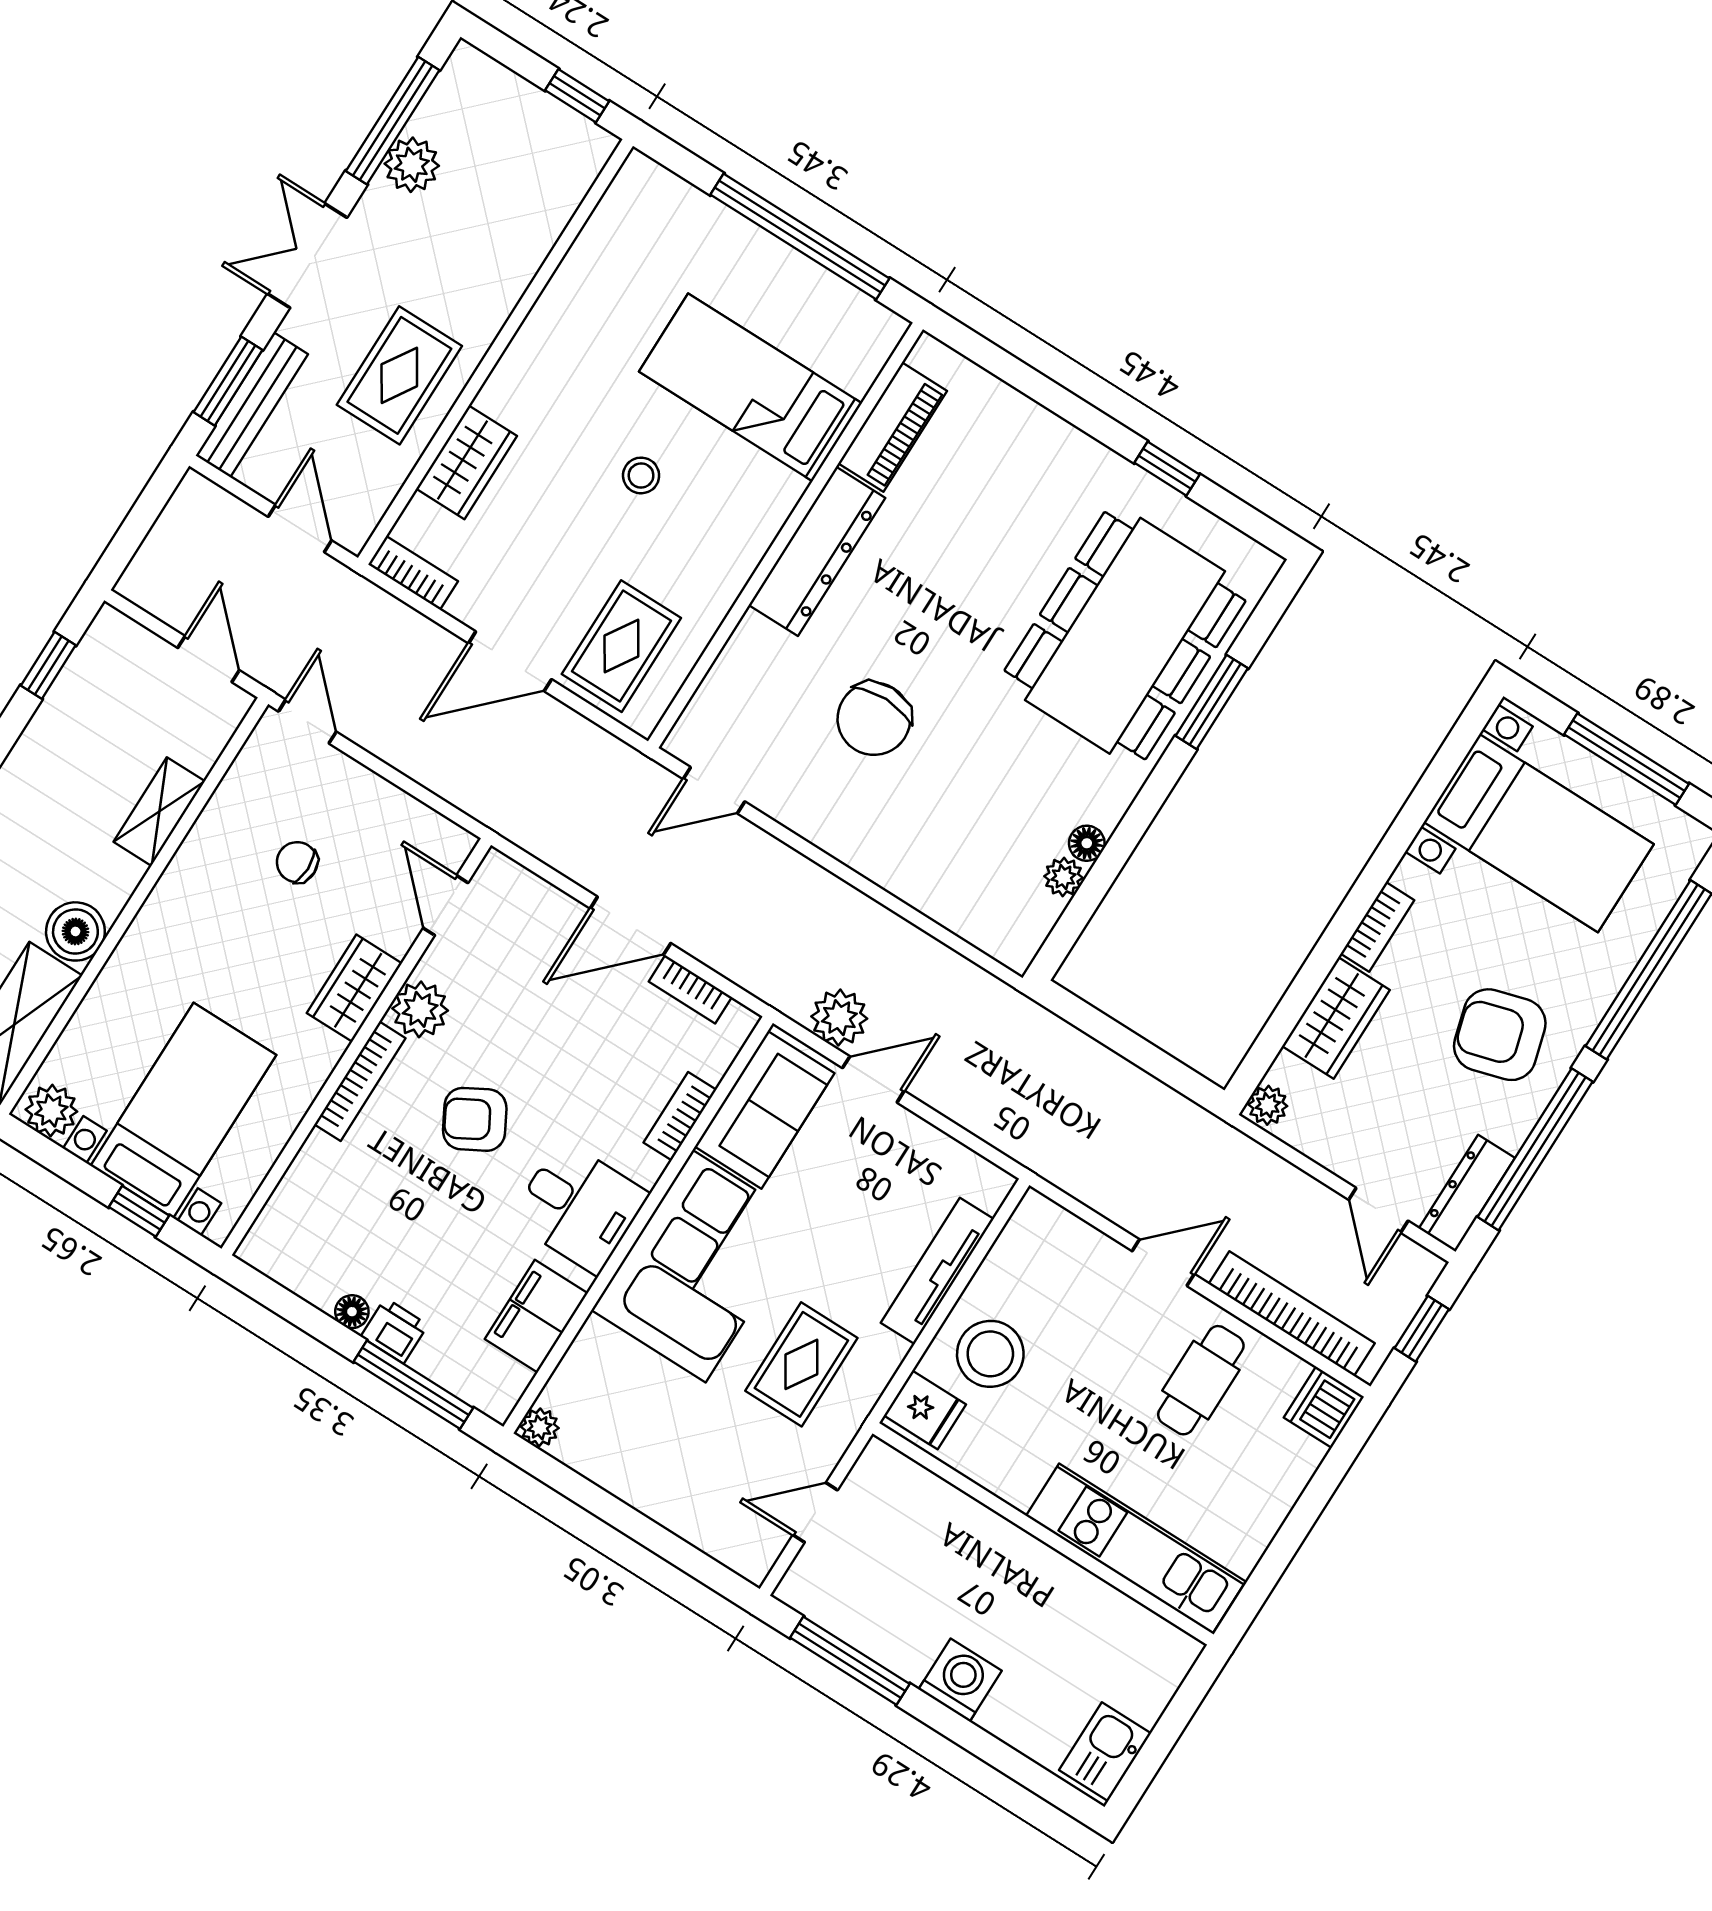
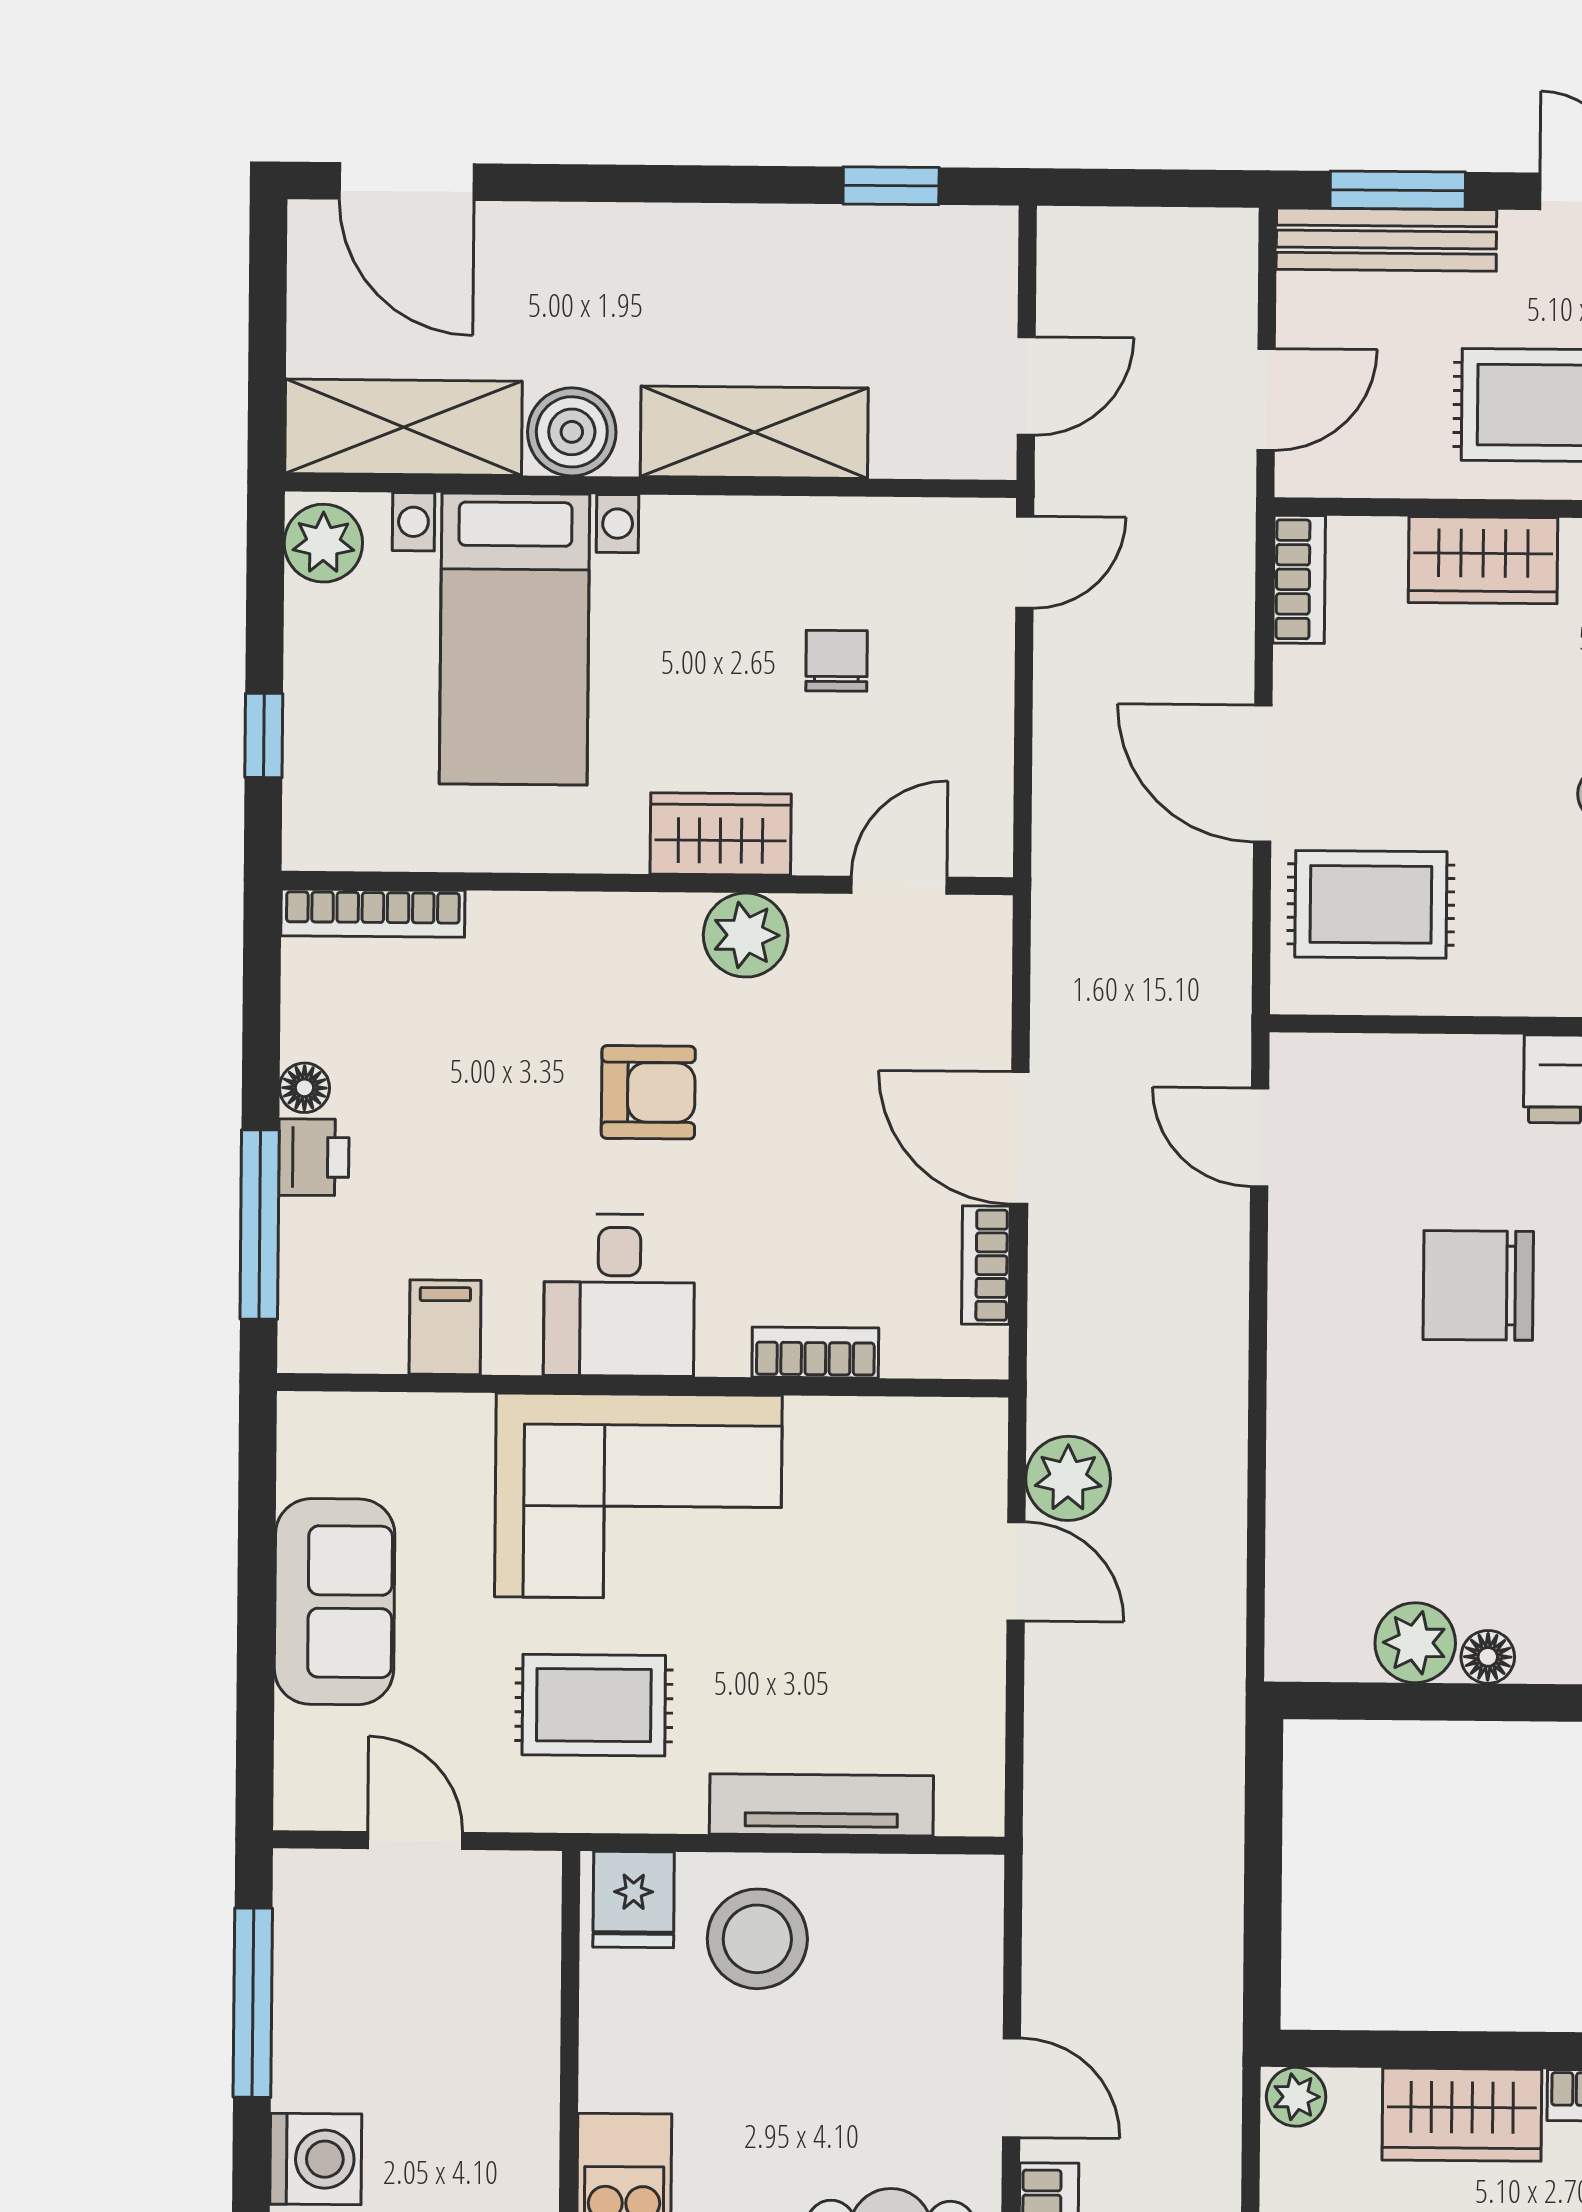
shelving: (159, 812) -> (754, 432), width x1.50, depth x1.33
plant: (1063, 877) -> (1415, 1643), width x1.38, depth x1.38
bookcase: (360, 1081) -> (373, 913), moved
bed with nightstands: (183, 1110) -> (515, 639), moved, turned 90
sofa: (765, 1110) -> (335, 1602), moved, turned -90
armchair: (475, 1119) -> (648, 1092), turned 119
filing cabinet: (536, 1316) -> (445, 1327), width x0.50
plant: (540, 1427) -> (305, 1420), removed

